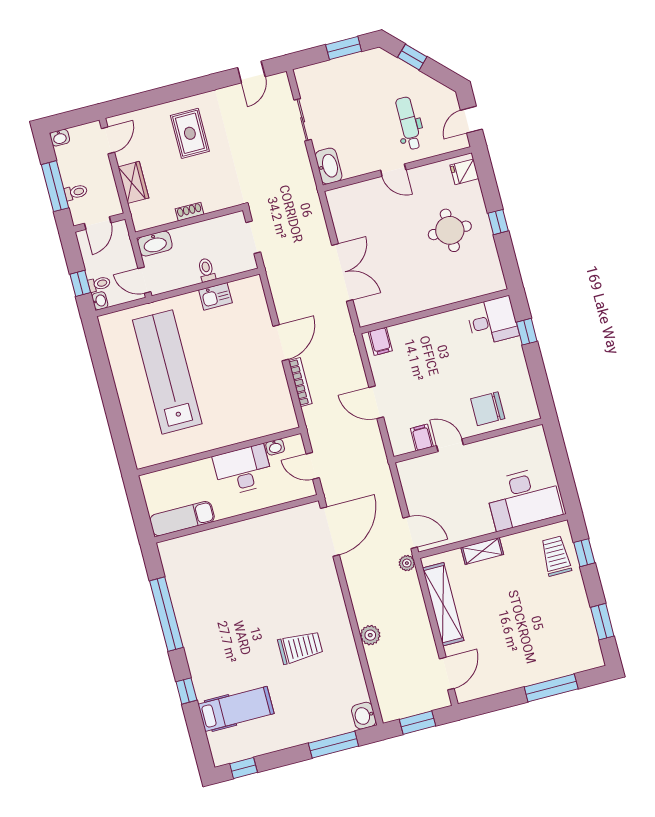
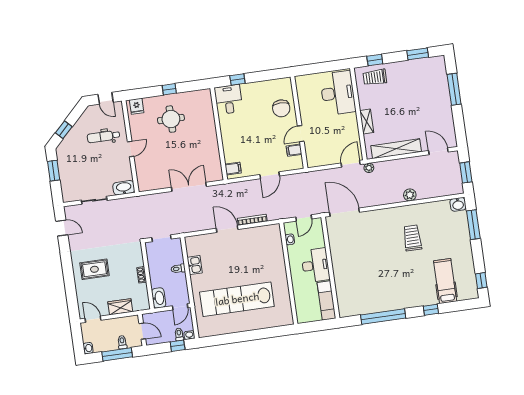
desk: (243, 470) -> (315, 265), moved, turned 180

